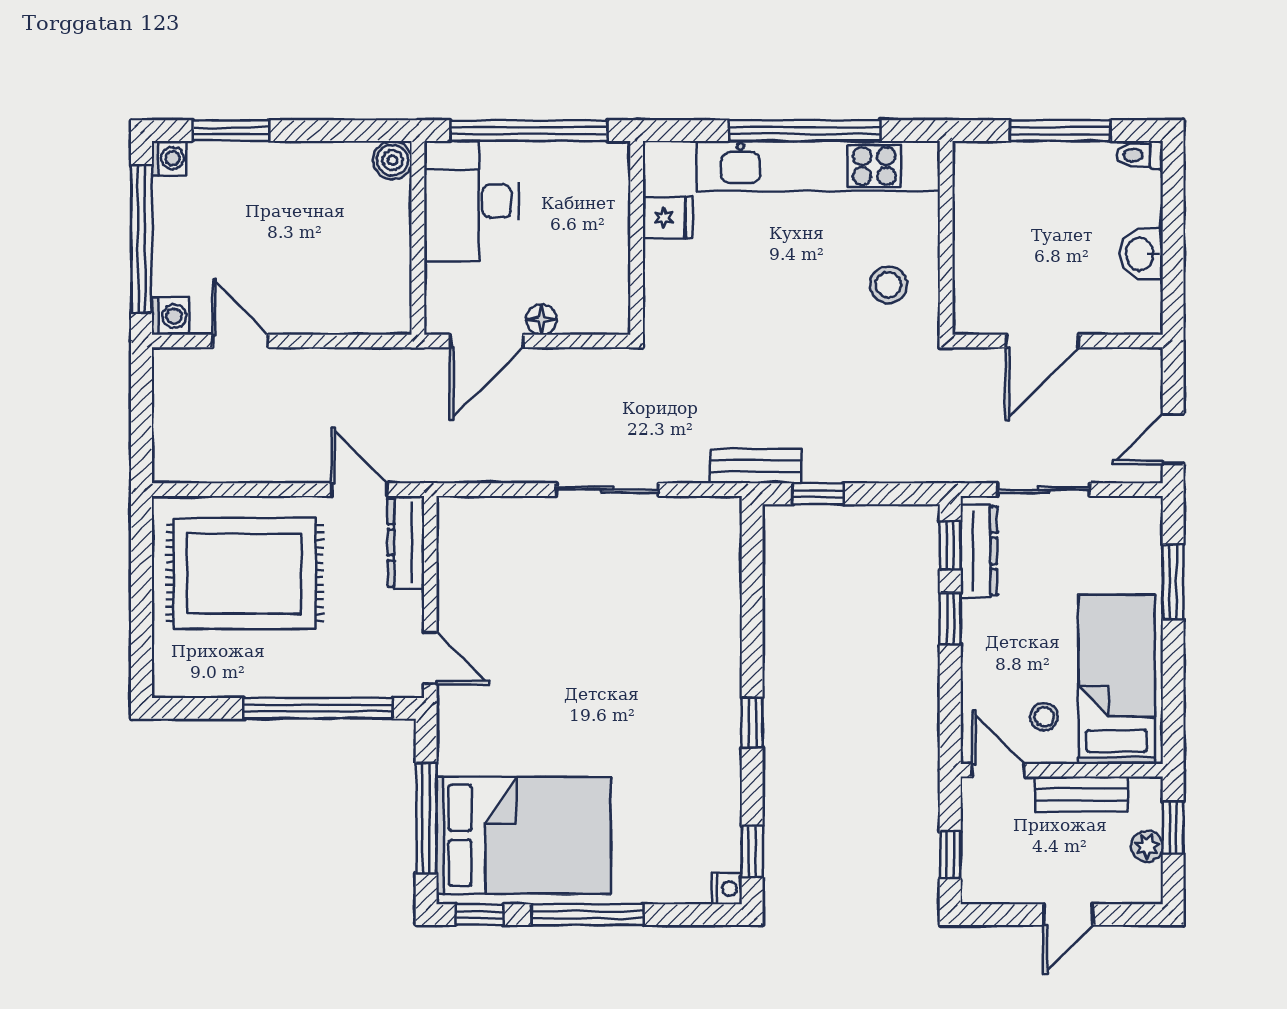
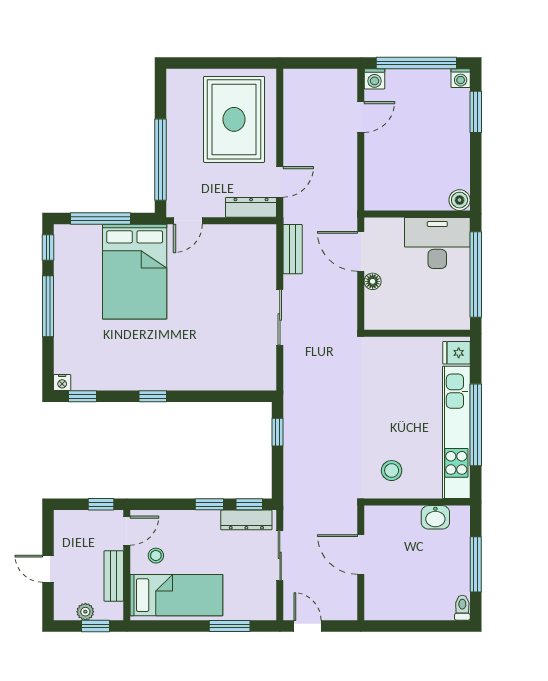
fridge: (668, 218) -> (456, 353), moved, turned 90
washbasin: (1141, 254) -> (435, 517), moved, turned 180
bench: (756, 466) -> (293, 249), moved
bed: (524, 835) -> (135, 272), moved
window: (950, 855) -> (101, 504), moved

